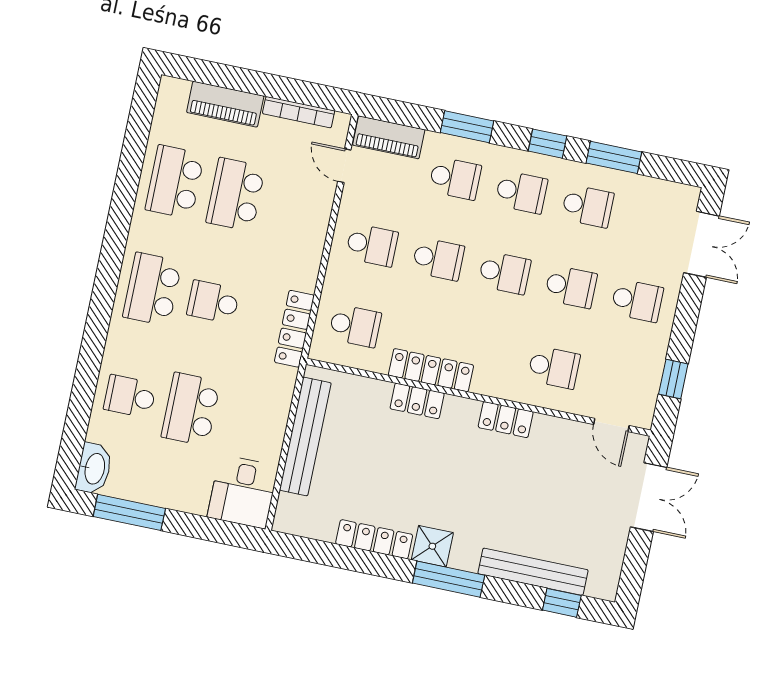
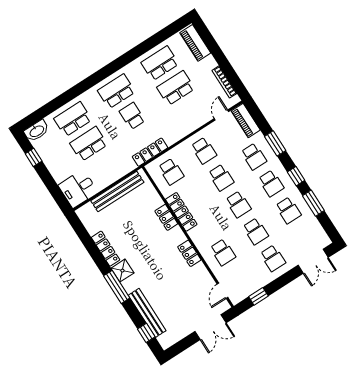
piano: (225, 104) -> (195, 43), moved
school desk: (130, 396) -> (73, 119), width x1.85
window: (129, 512) -> (34, 157), width x0.46

